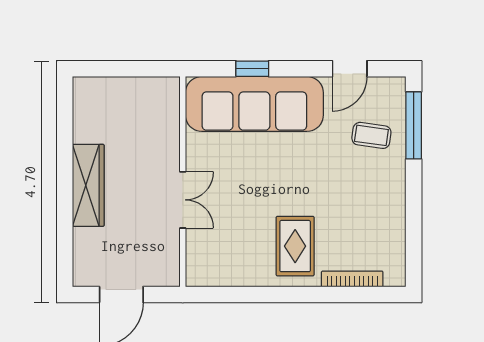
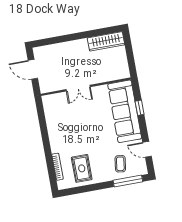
wardrobe: (88, 185) -> (106, 41), moved
rug: (295, 246) -> (82, 168), moved, turned 90

